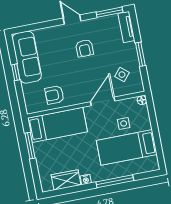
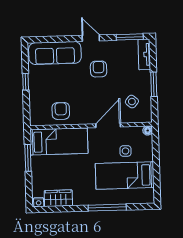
armchair: (84, 48) -> (99, 69), turned 180
sofa: (27, 57) -> (55, 53), moved, turned 90
armchair: (54, 95) -> (61, 111), turned 90
nightstand: (86, 180) -> (39, 202), moved

